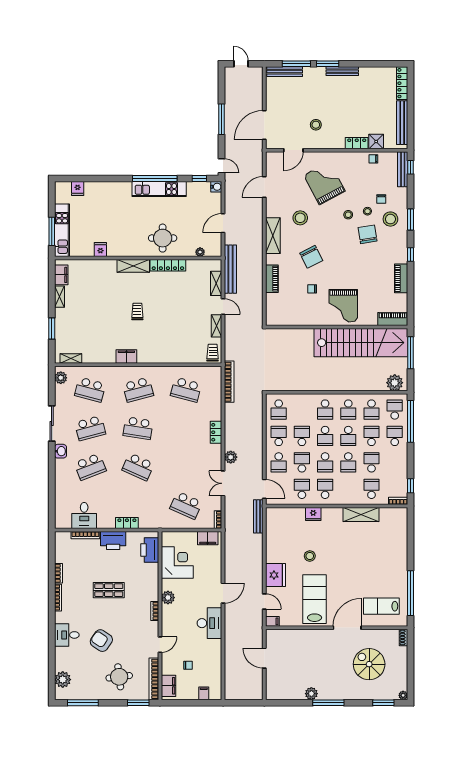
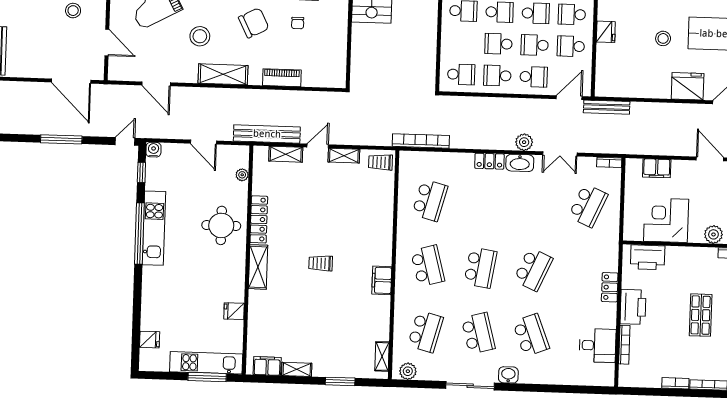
washbasin: (215, 454) -> (520, 163), added
filing cabinet: (208, 538) -> (657, 168), moved, turned 90

